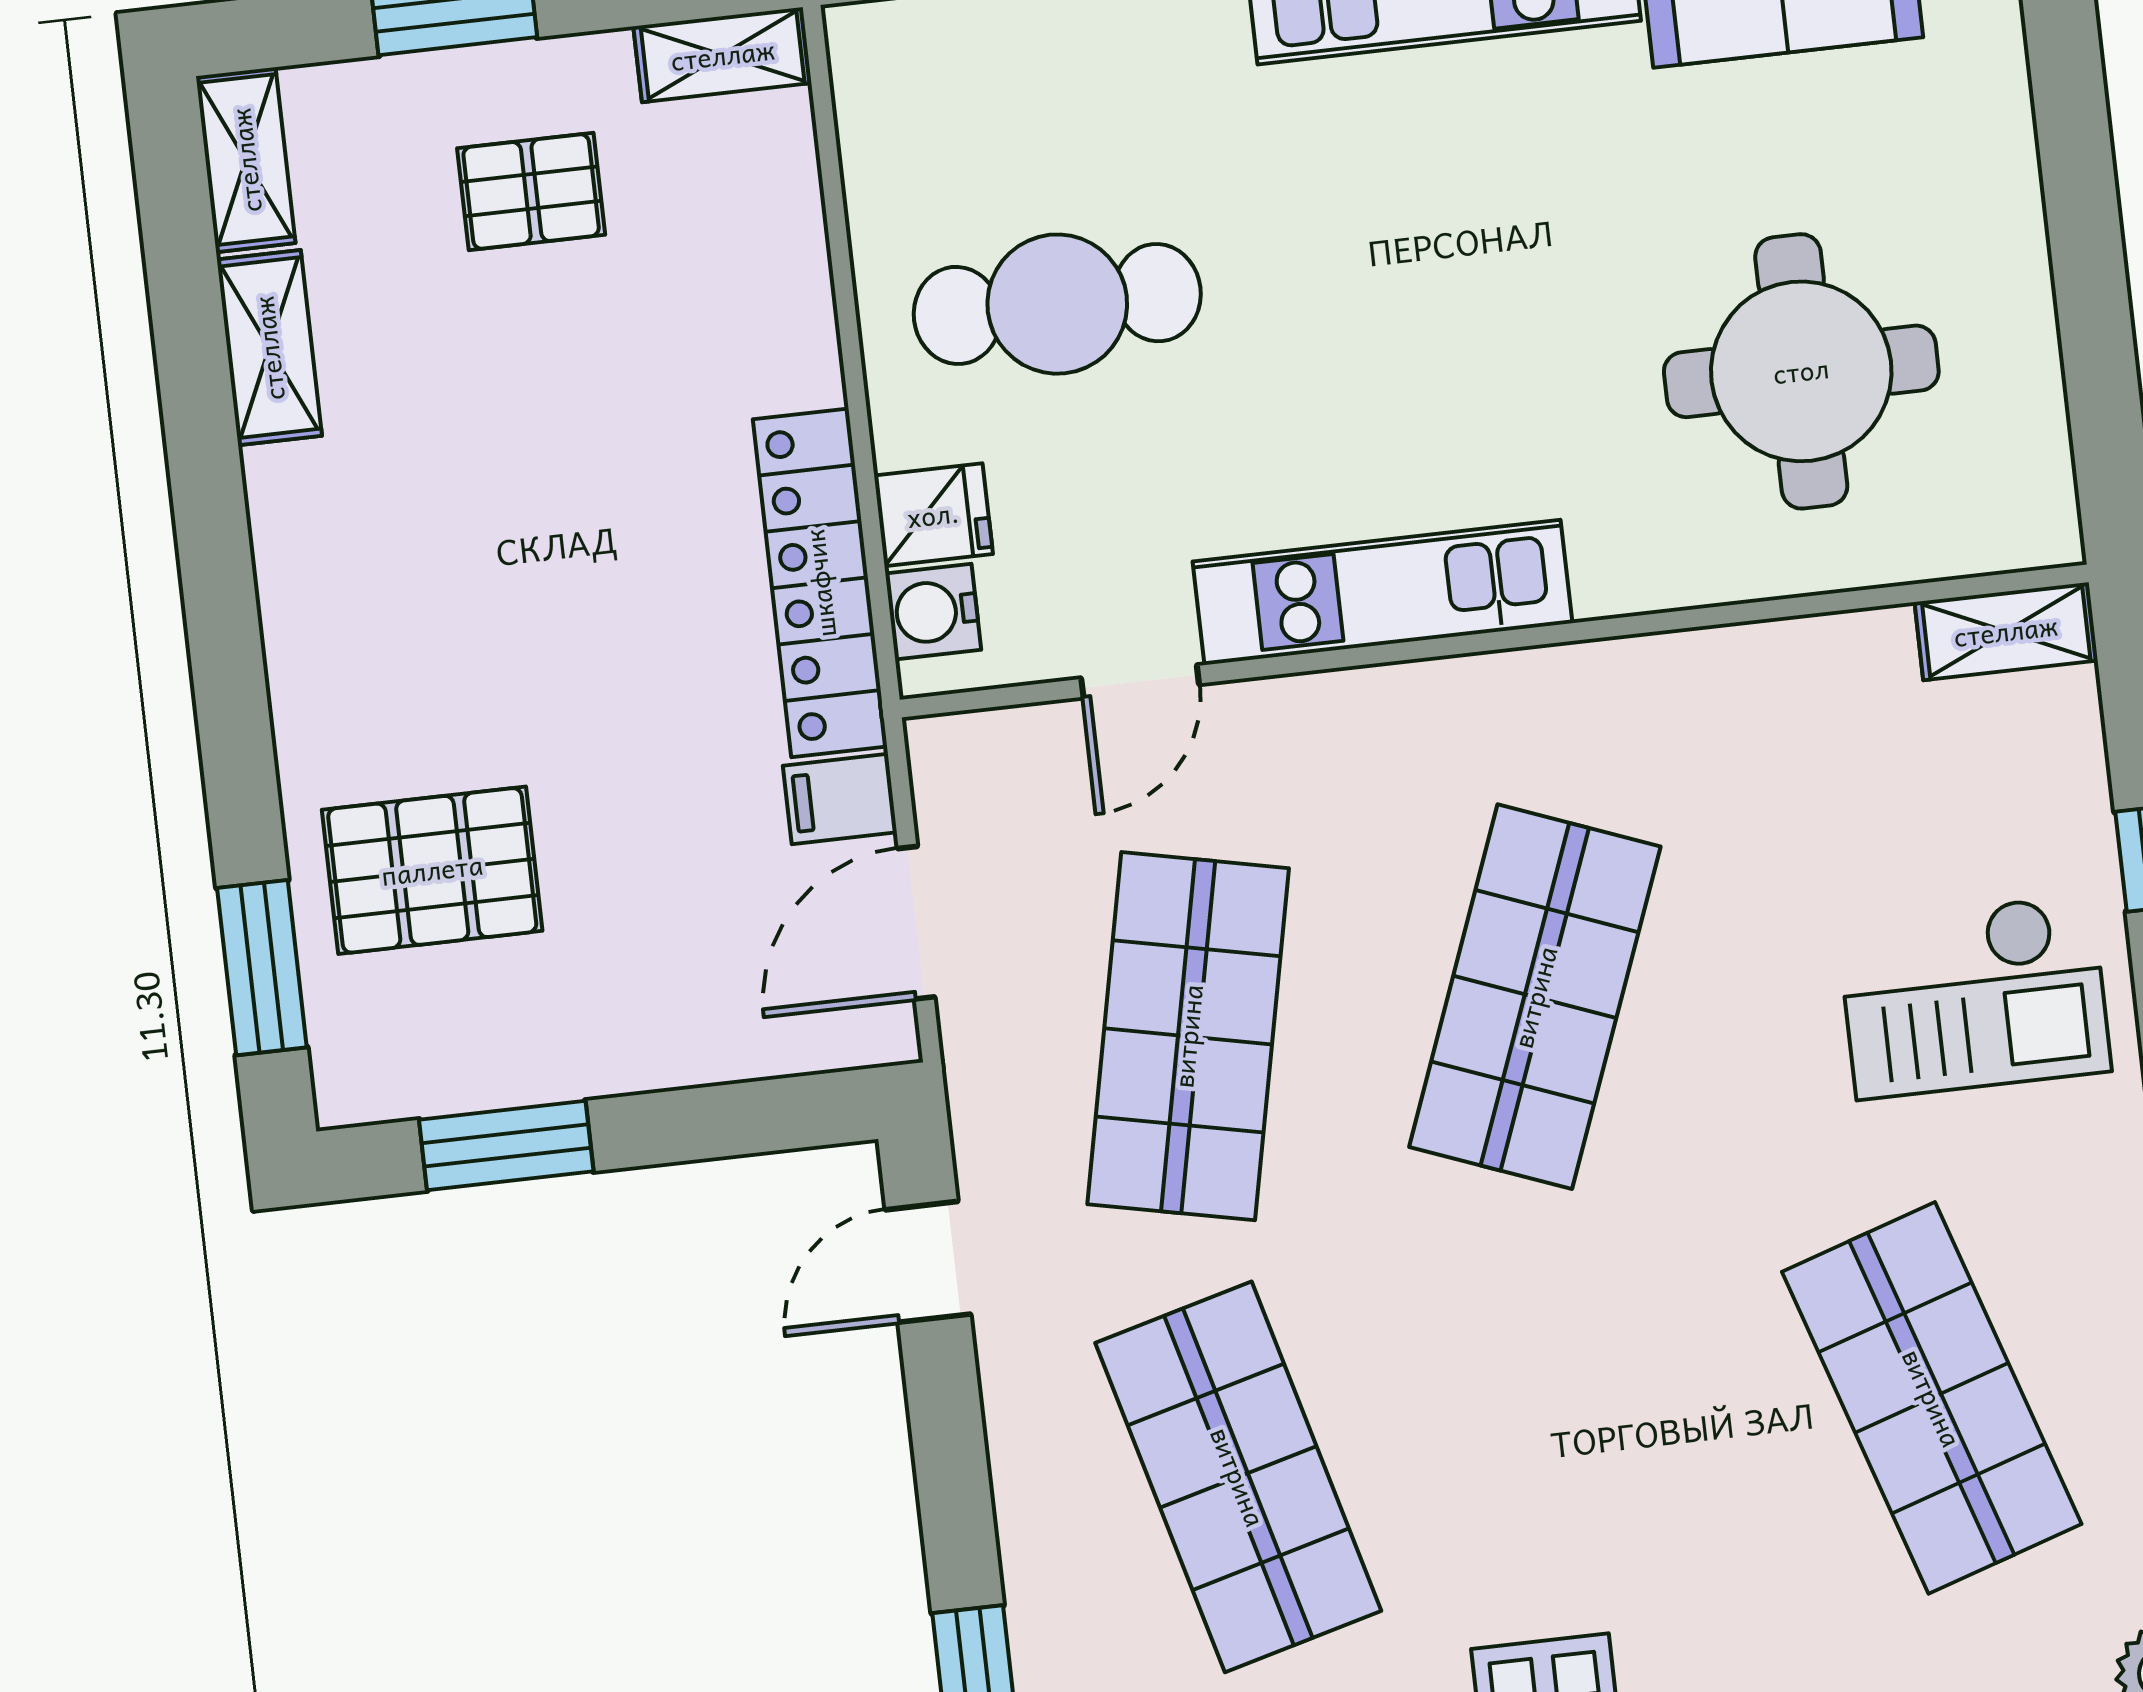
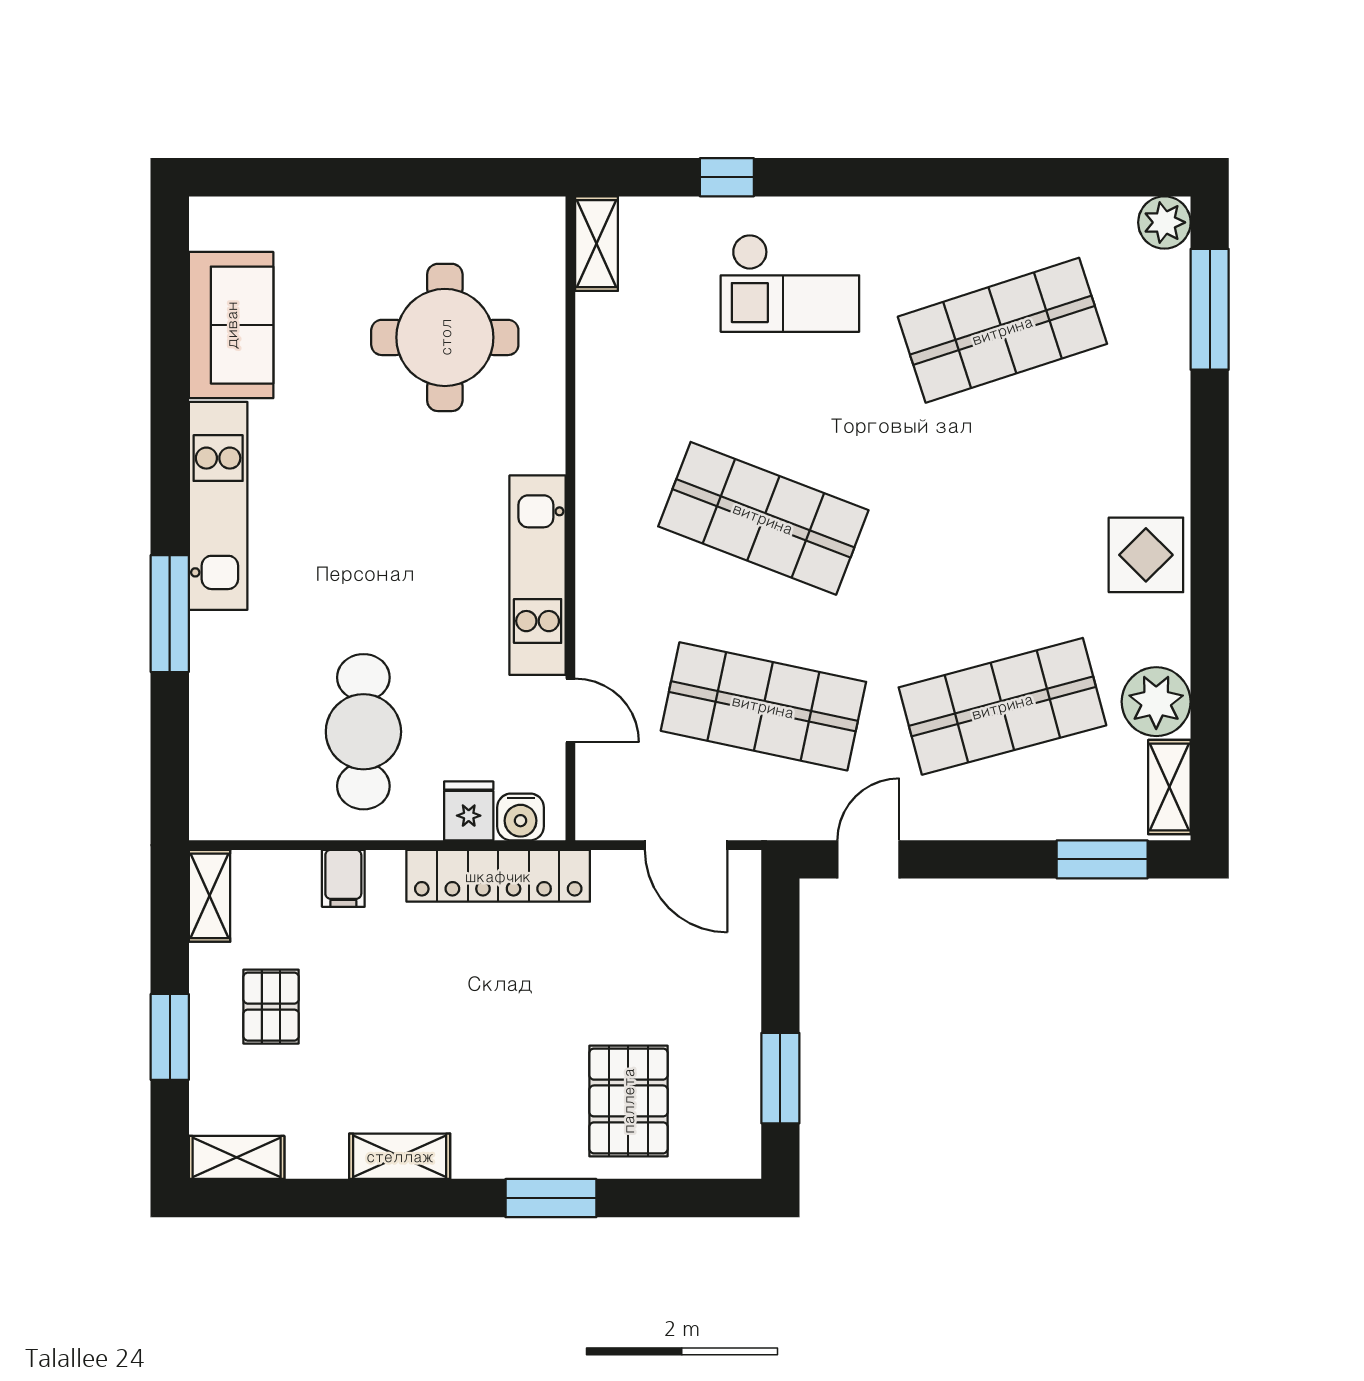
shelving: (269, 348) -> (400, 1156), moved
filing cabinet: (840, 799) -> (343, 878), moved
window: (262, 968) -> (551, 1198), moved
checkout: (1974, 996) -> (790, 283), turned 90
door: (928, 1262) -> (868, 859), swing flipped

